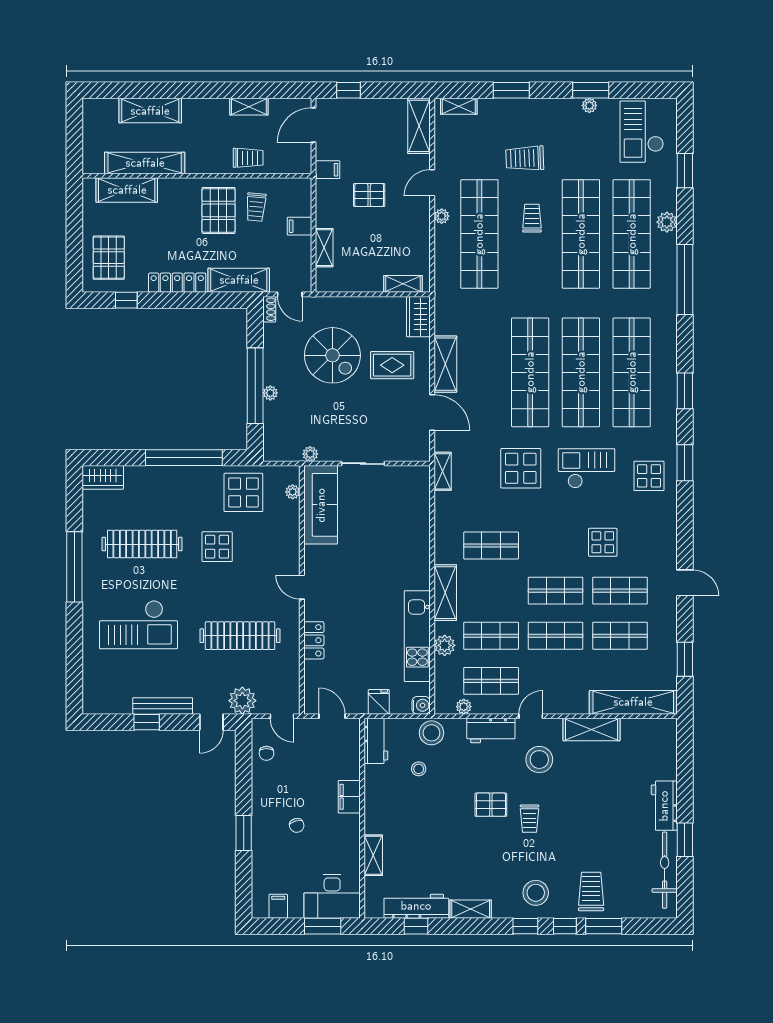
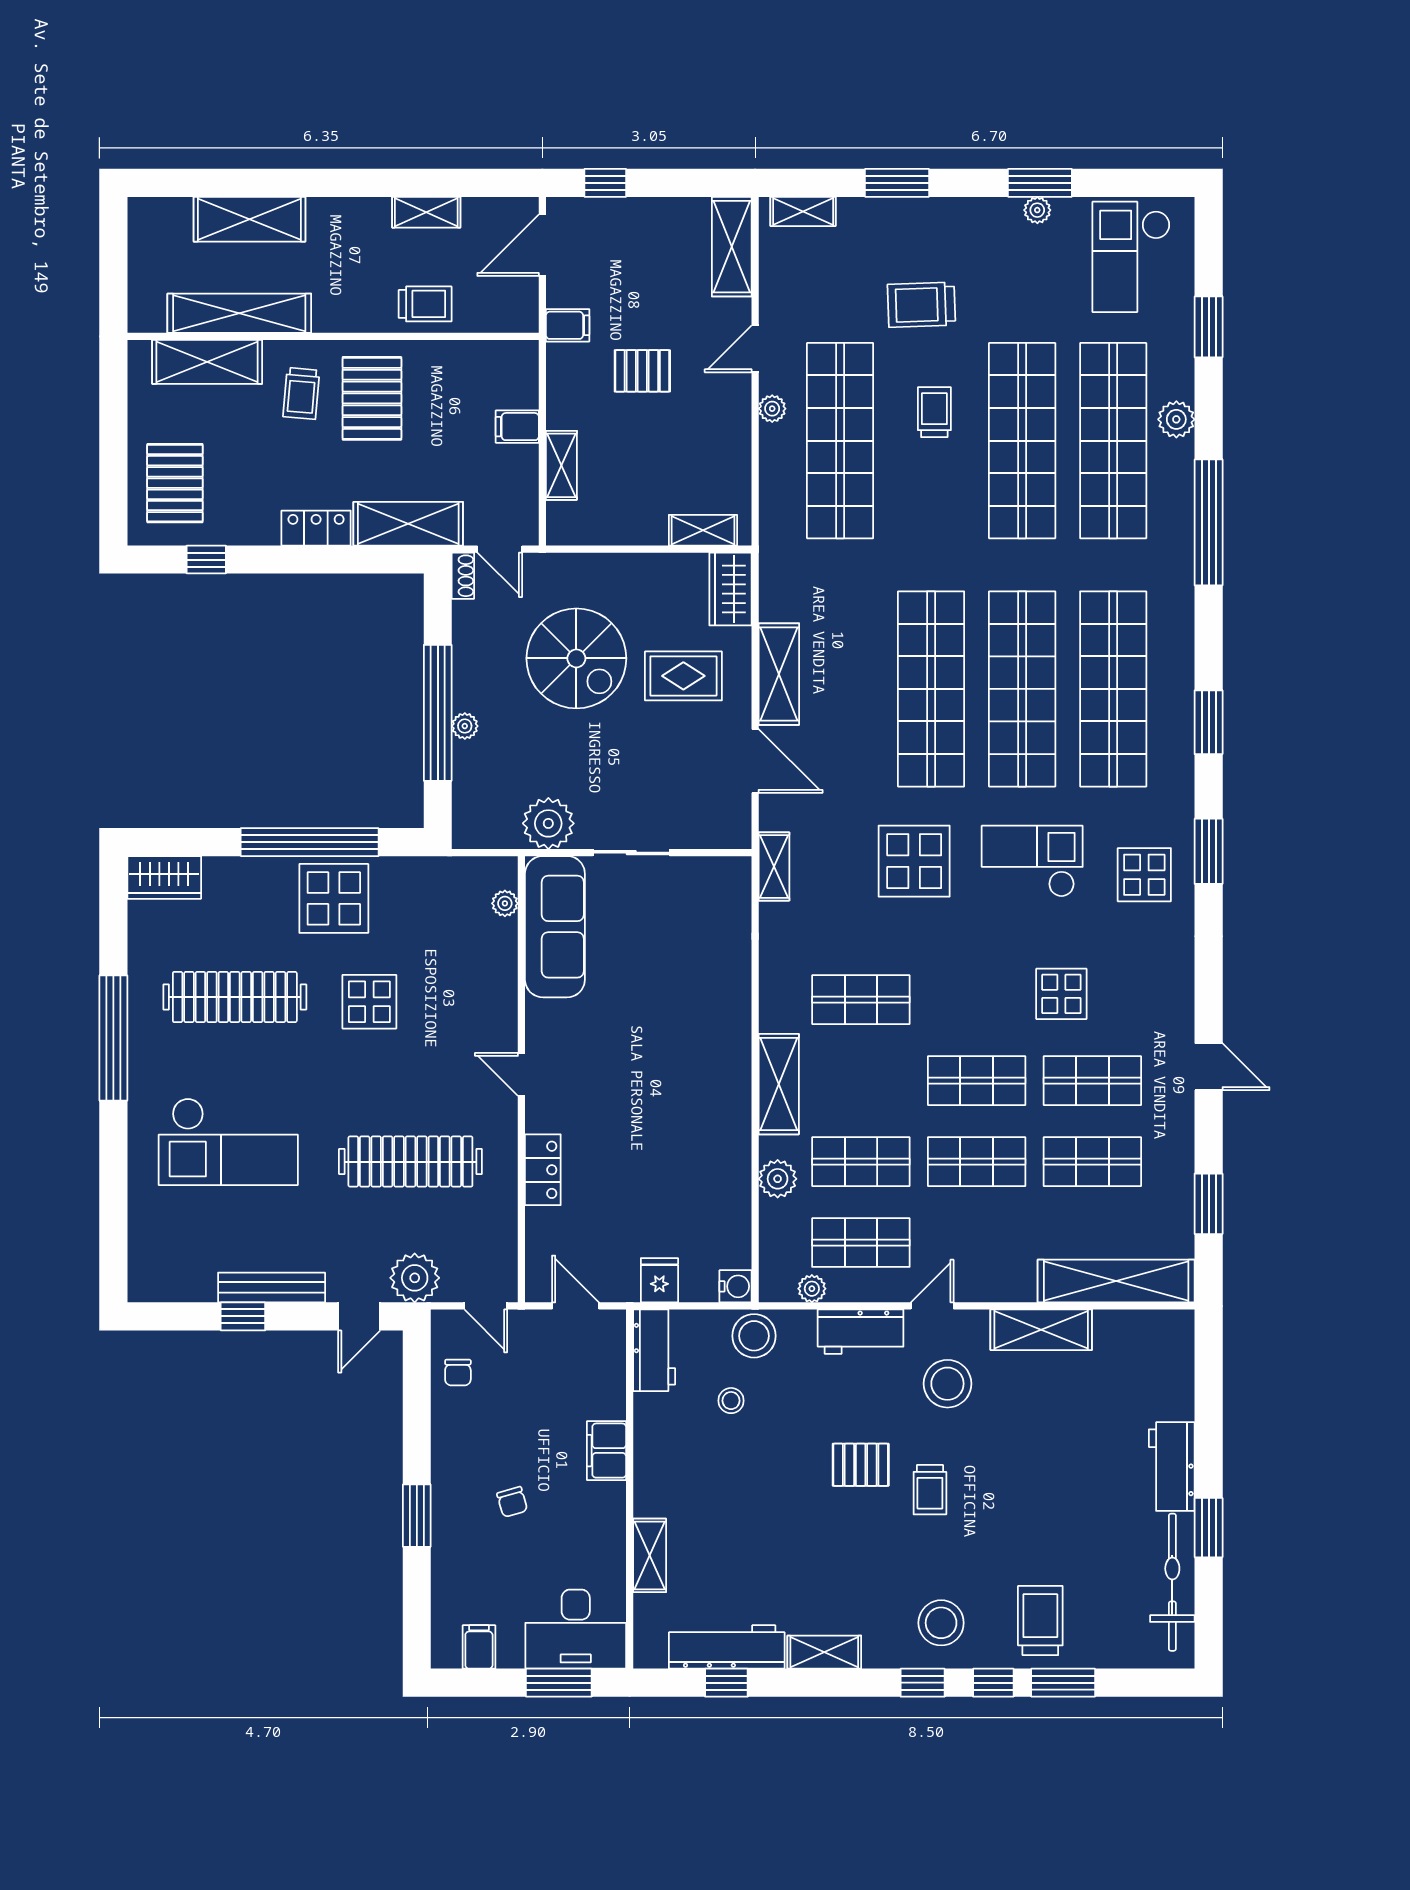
trolley: (256, 207) -> (301, 393), moved
locker: (177, 283) -> (316, 528), width x0.66
plant: (310, 454) -> (548, 823), width x1.88, depth x1.88
display table: (243, 492) -> (334, 898), moved
kitchen unit: (417, 636) -> (729, 1162), removed

